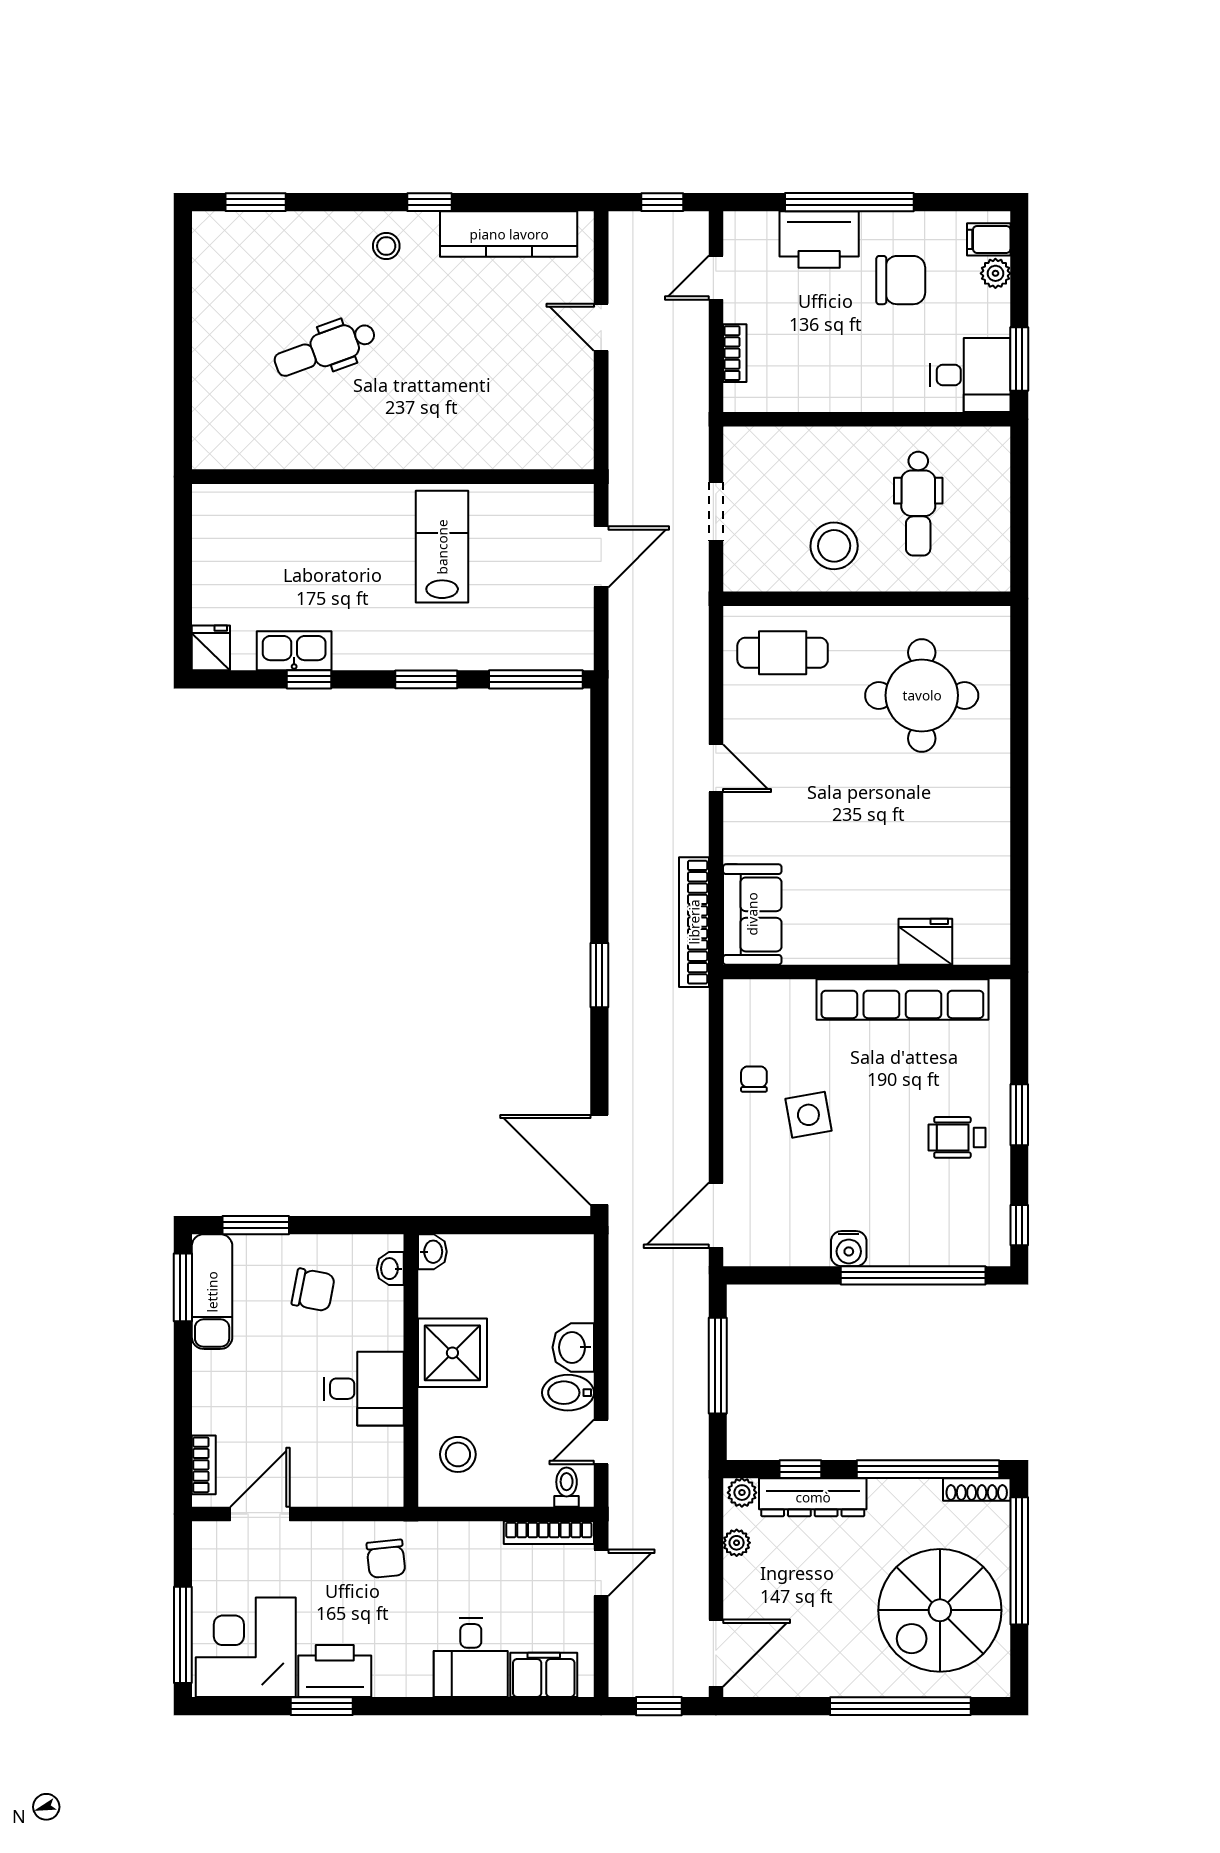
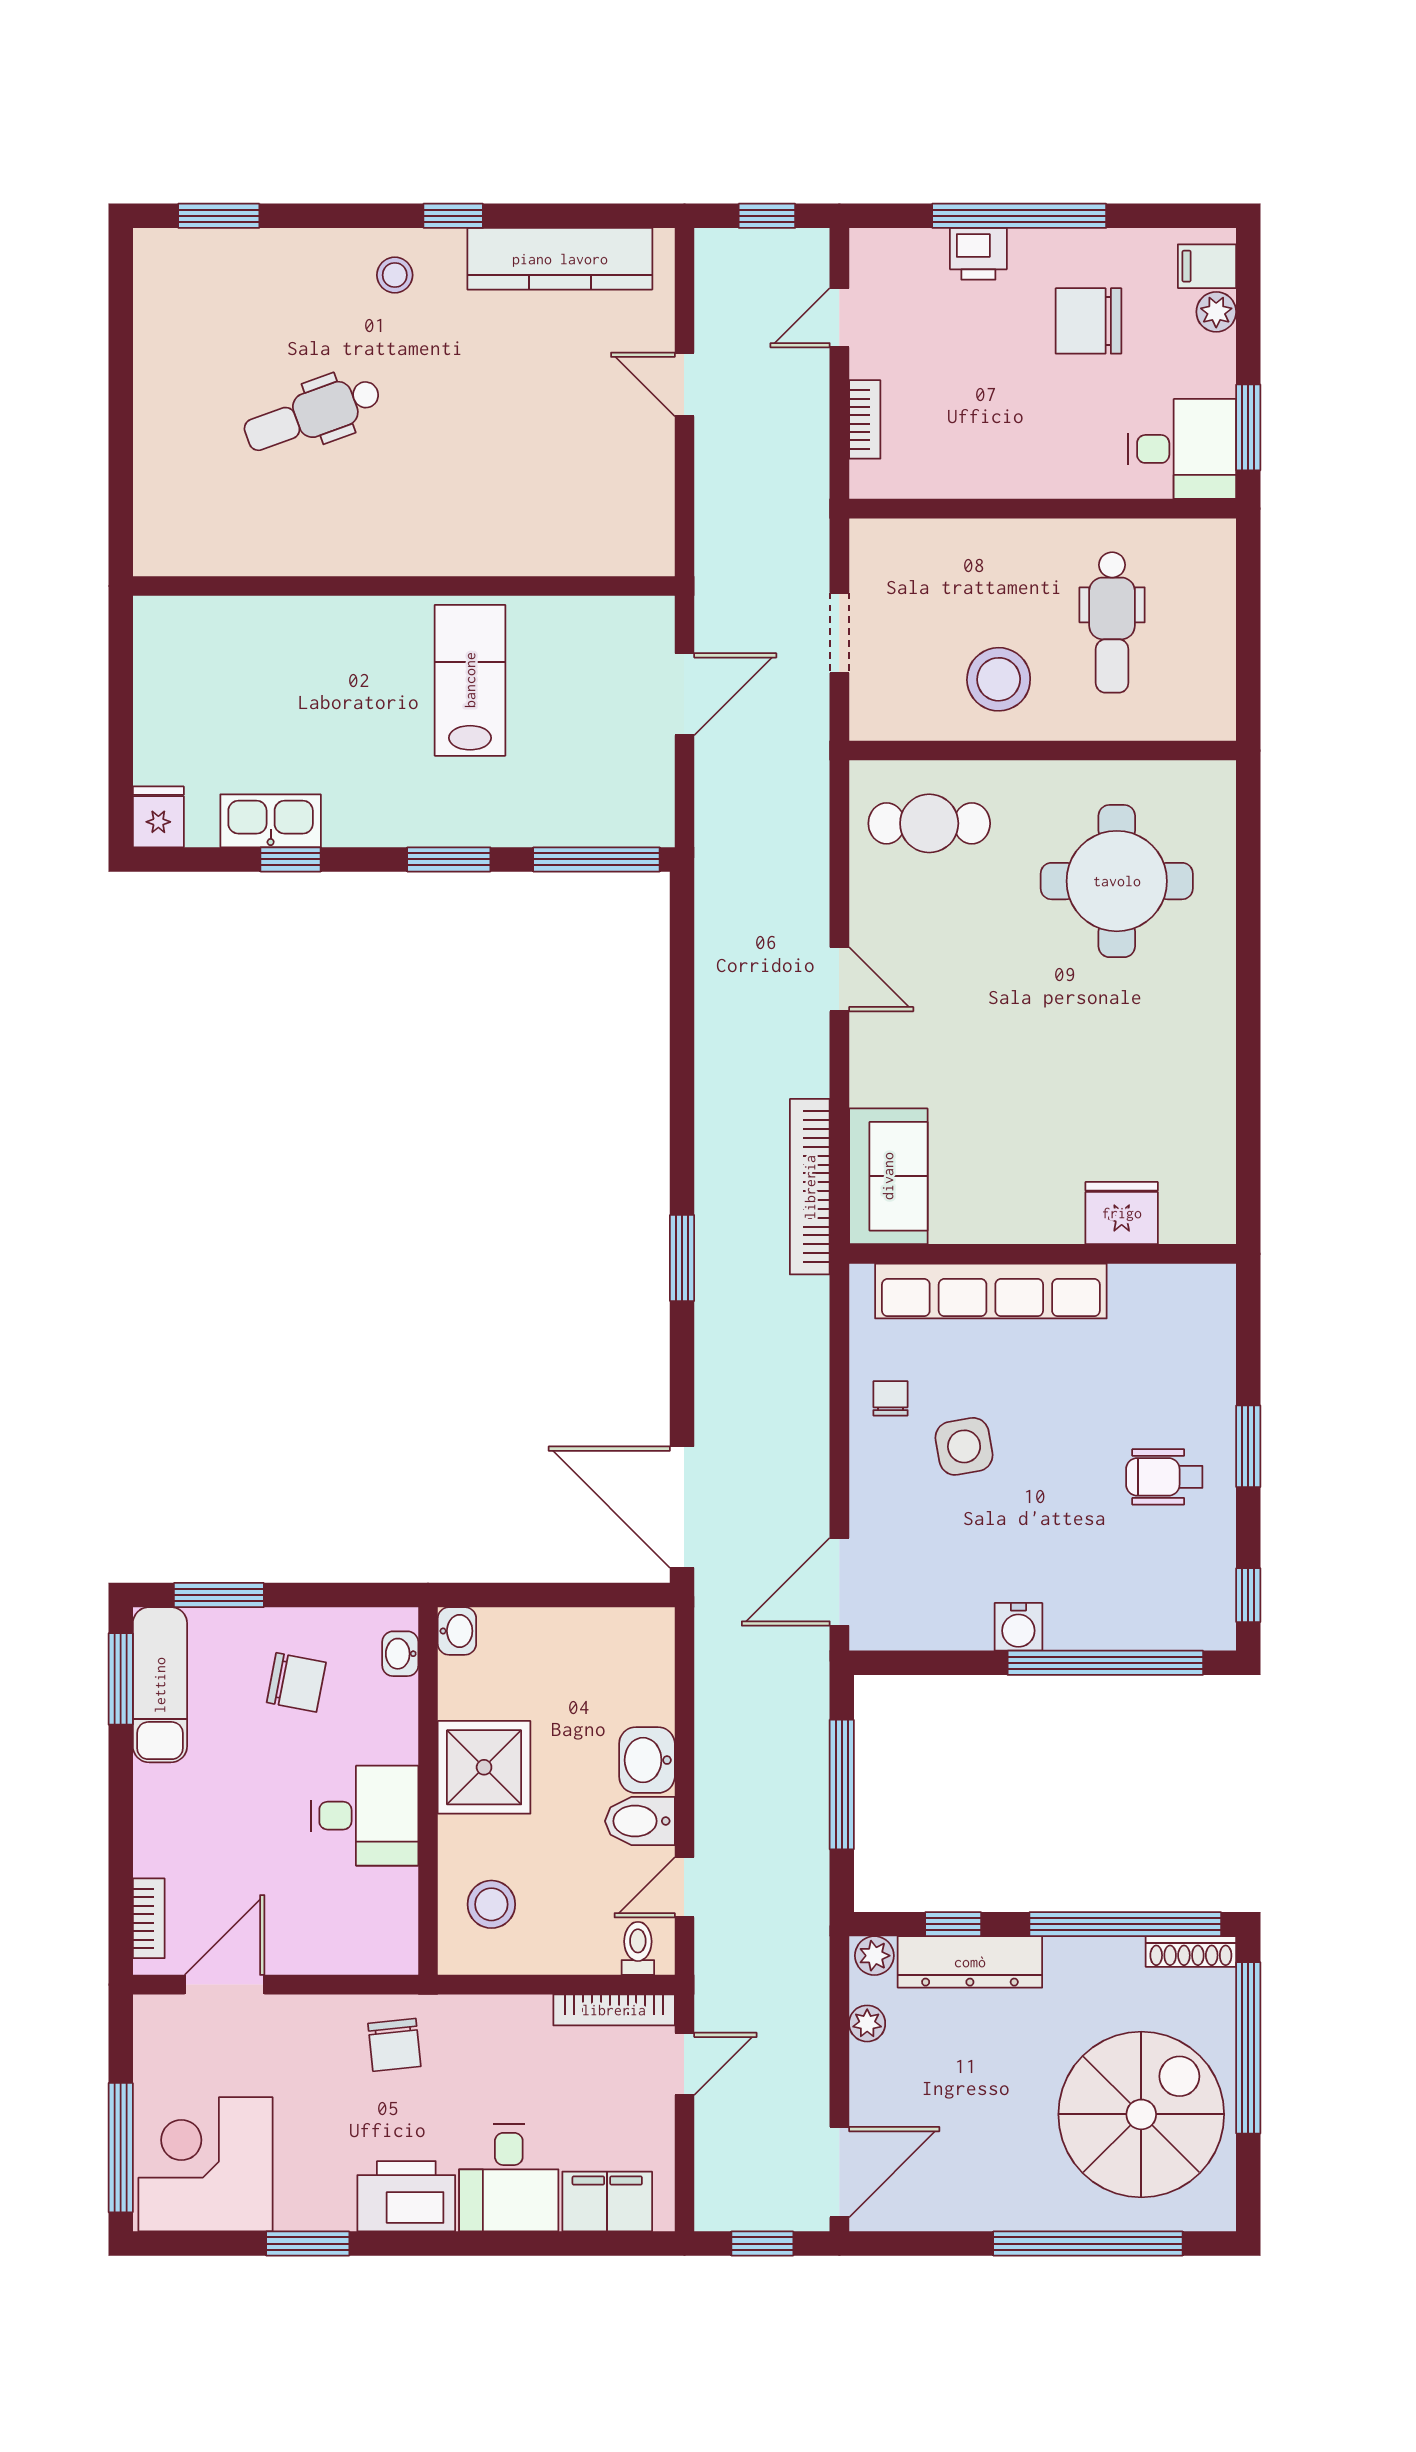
printer: (819, 239) -> (978, 254), width x0.53, depth x0.68
chair: (901, 280) -> (1088, 321), turned 180
row of seats: (902, 1000) -> (991, 1291), moved
spiral stairs: (940, 1610) -> (1141, 2114), turned 180
printer: (335, 1671) -> (406, 2196), moved

